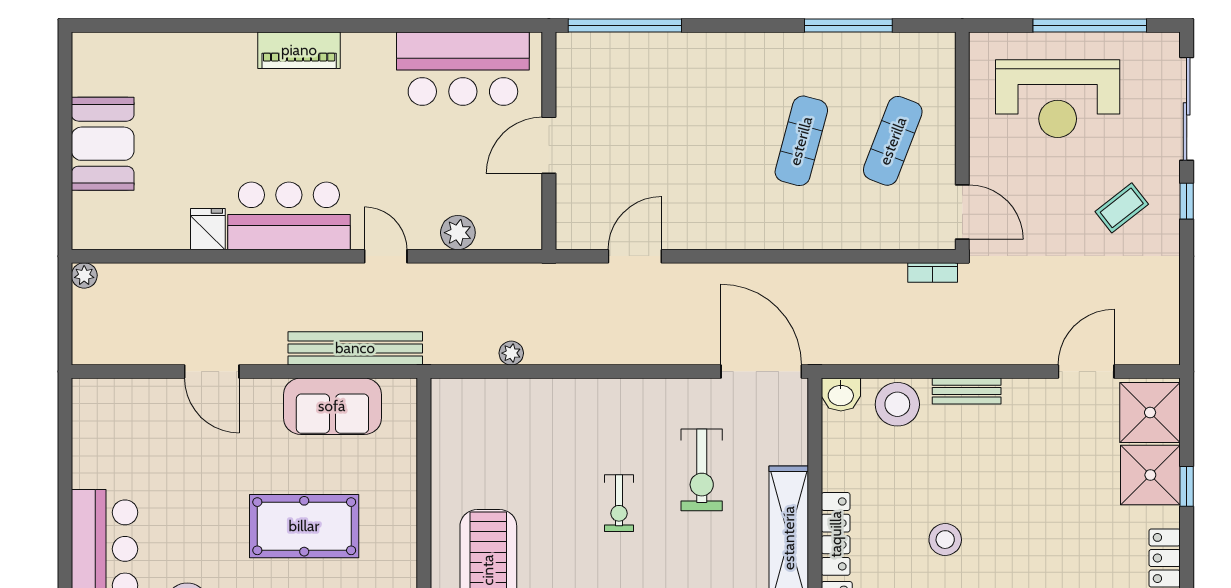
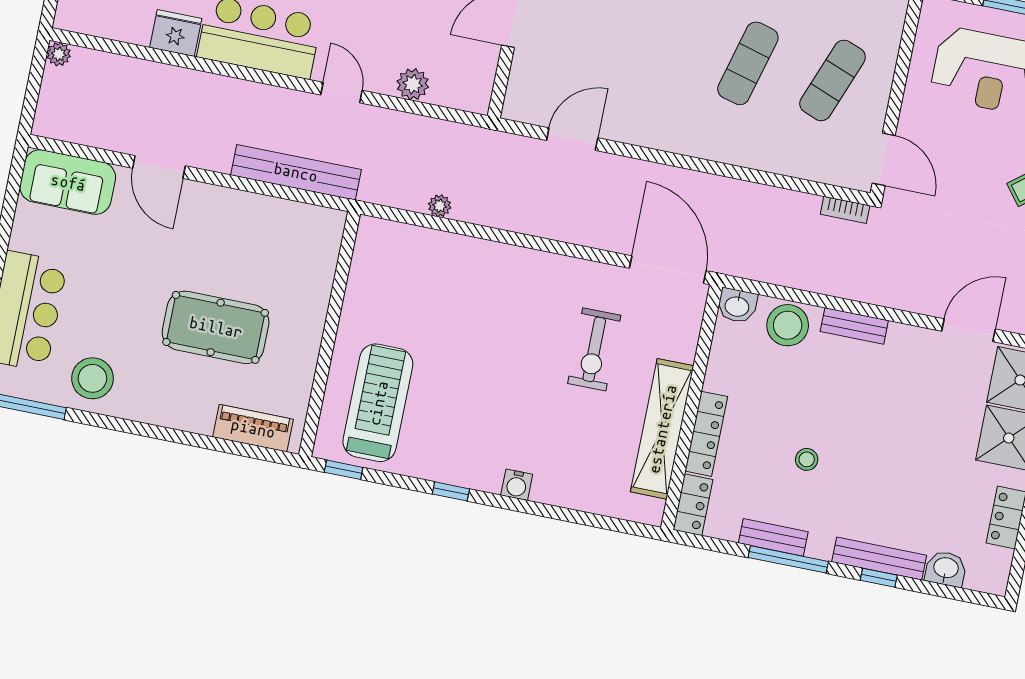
fridge: (208, 229) -> (176, 33), width x1.38
sofa: (332, 406) -> (68, 182), moved
exercise bike: (619, 503) -> (511, 365), removed
stool: (945, 540) -> (807, 459), width x0.73, depth x0.73

